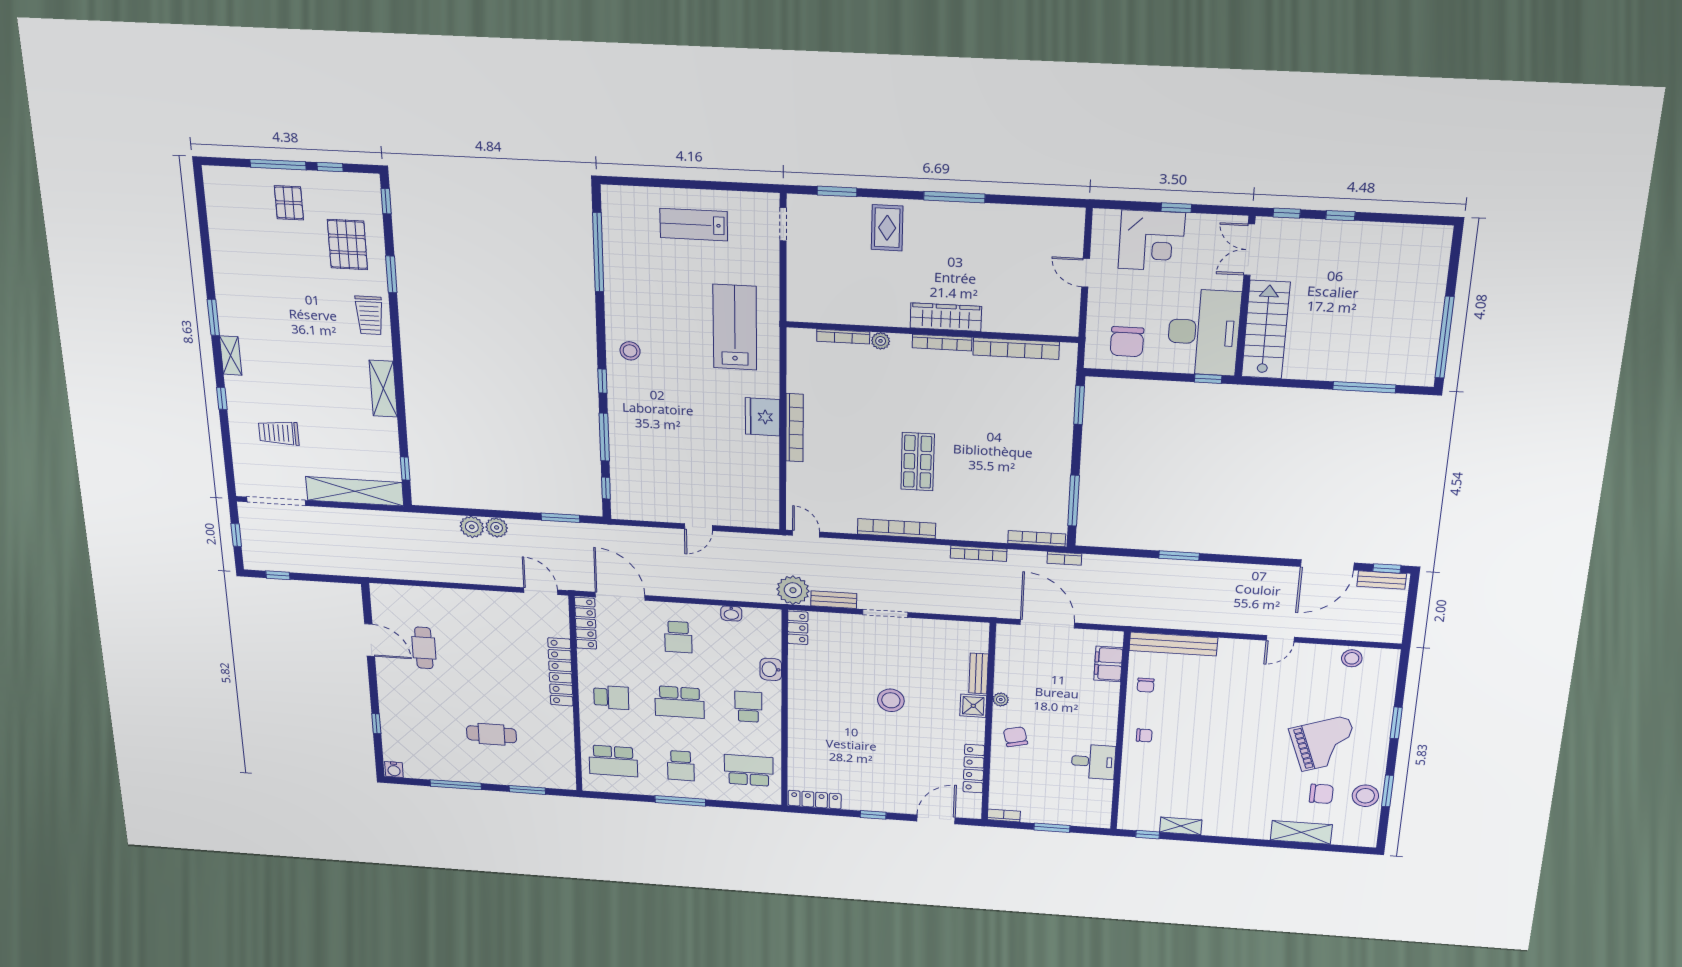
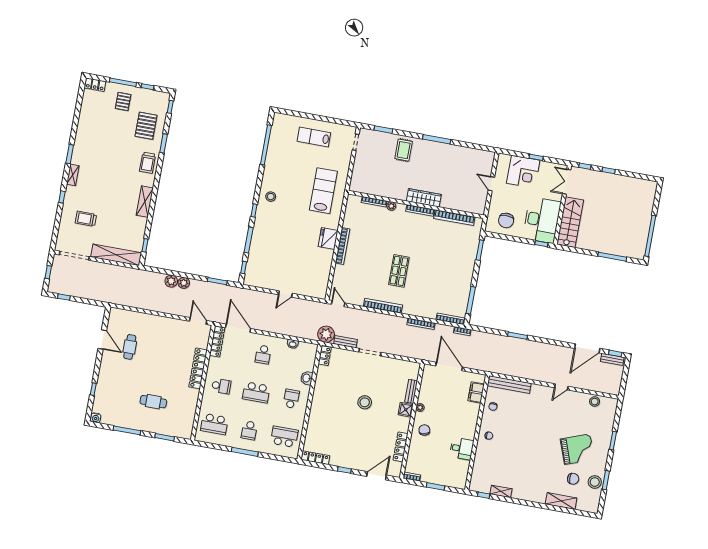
locker: (224, 177) -> (95, 85), added

